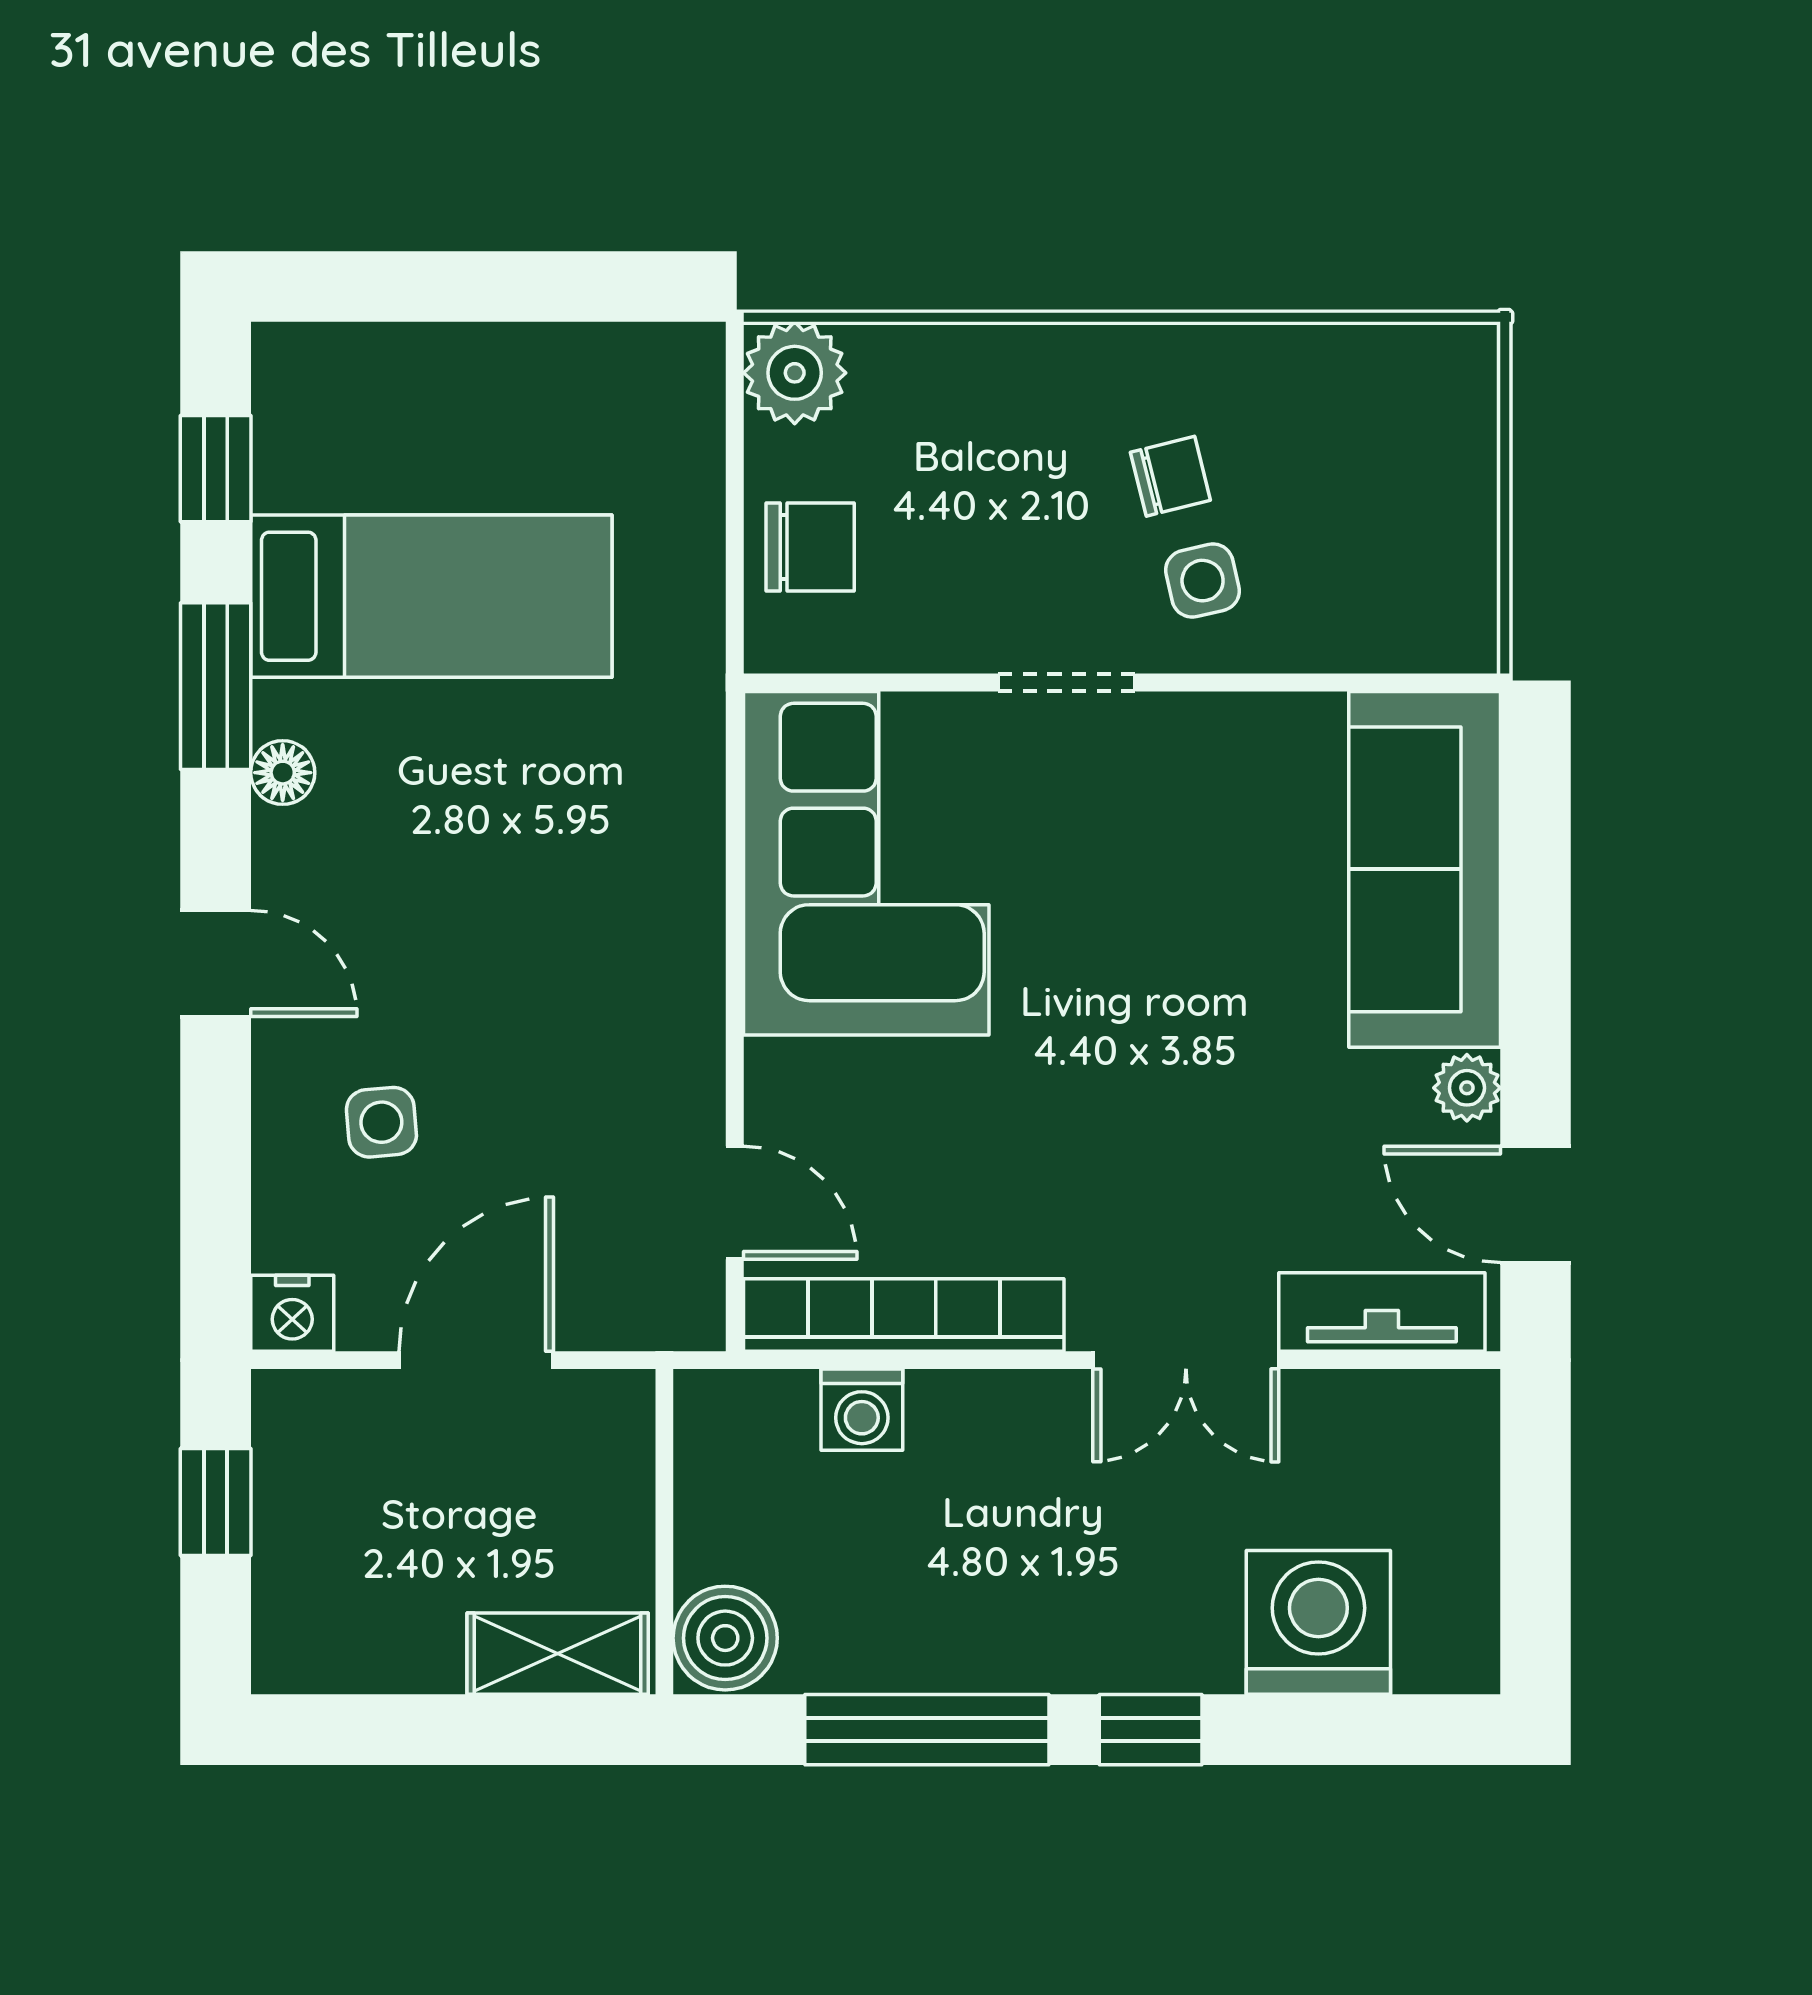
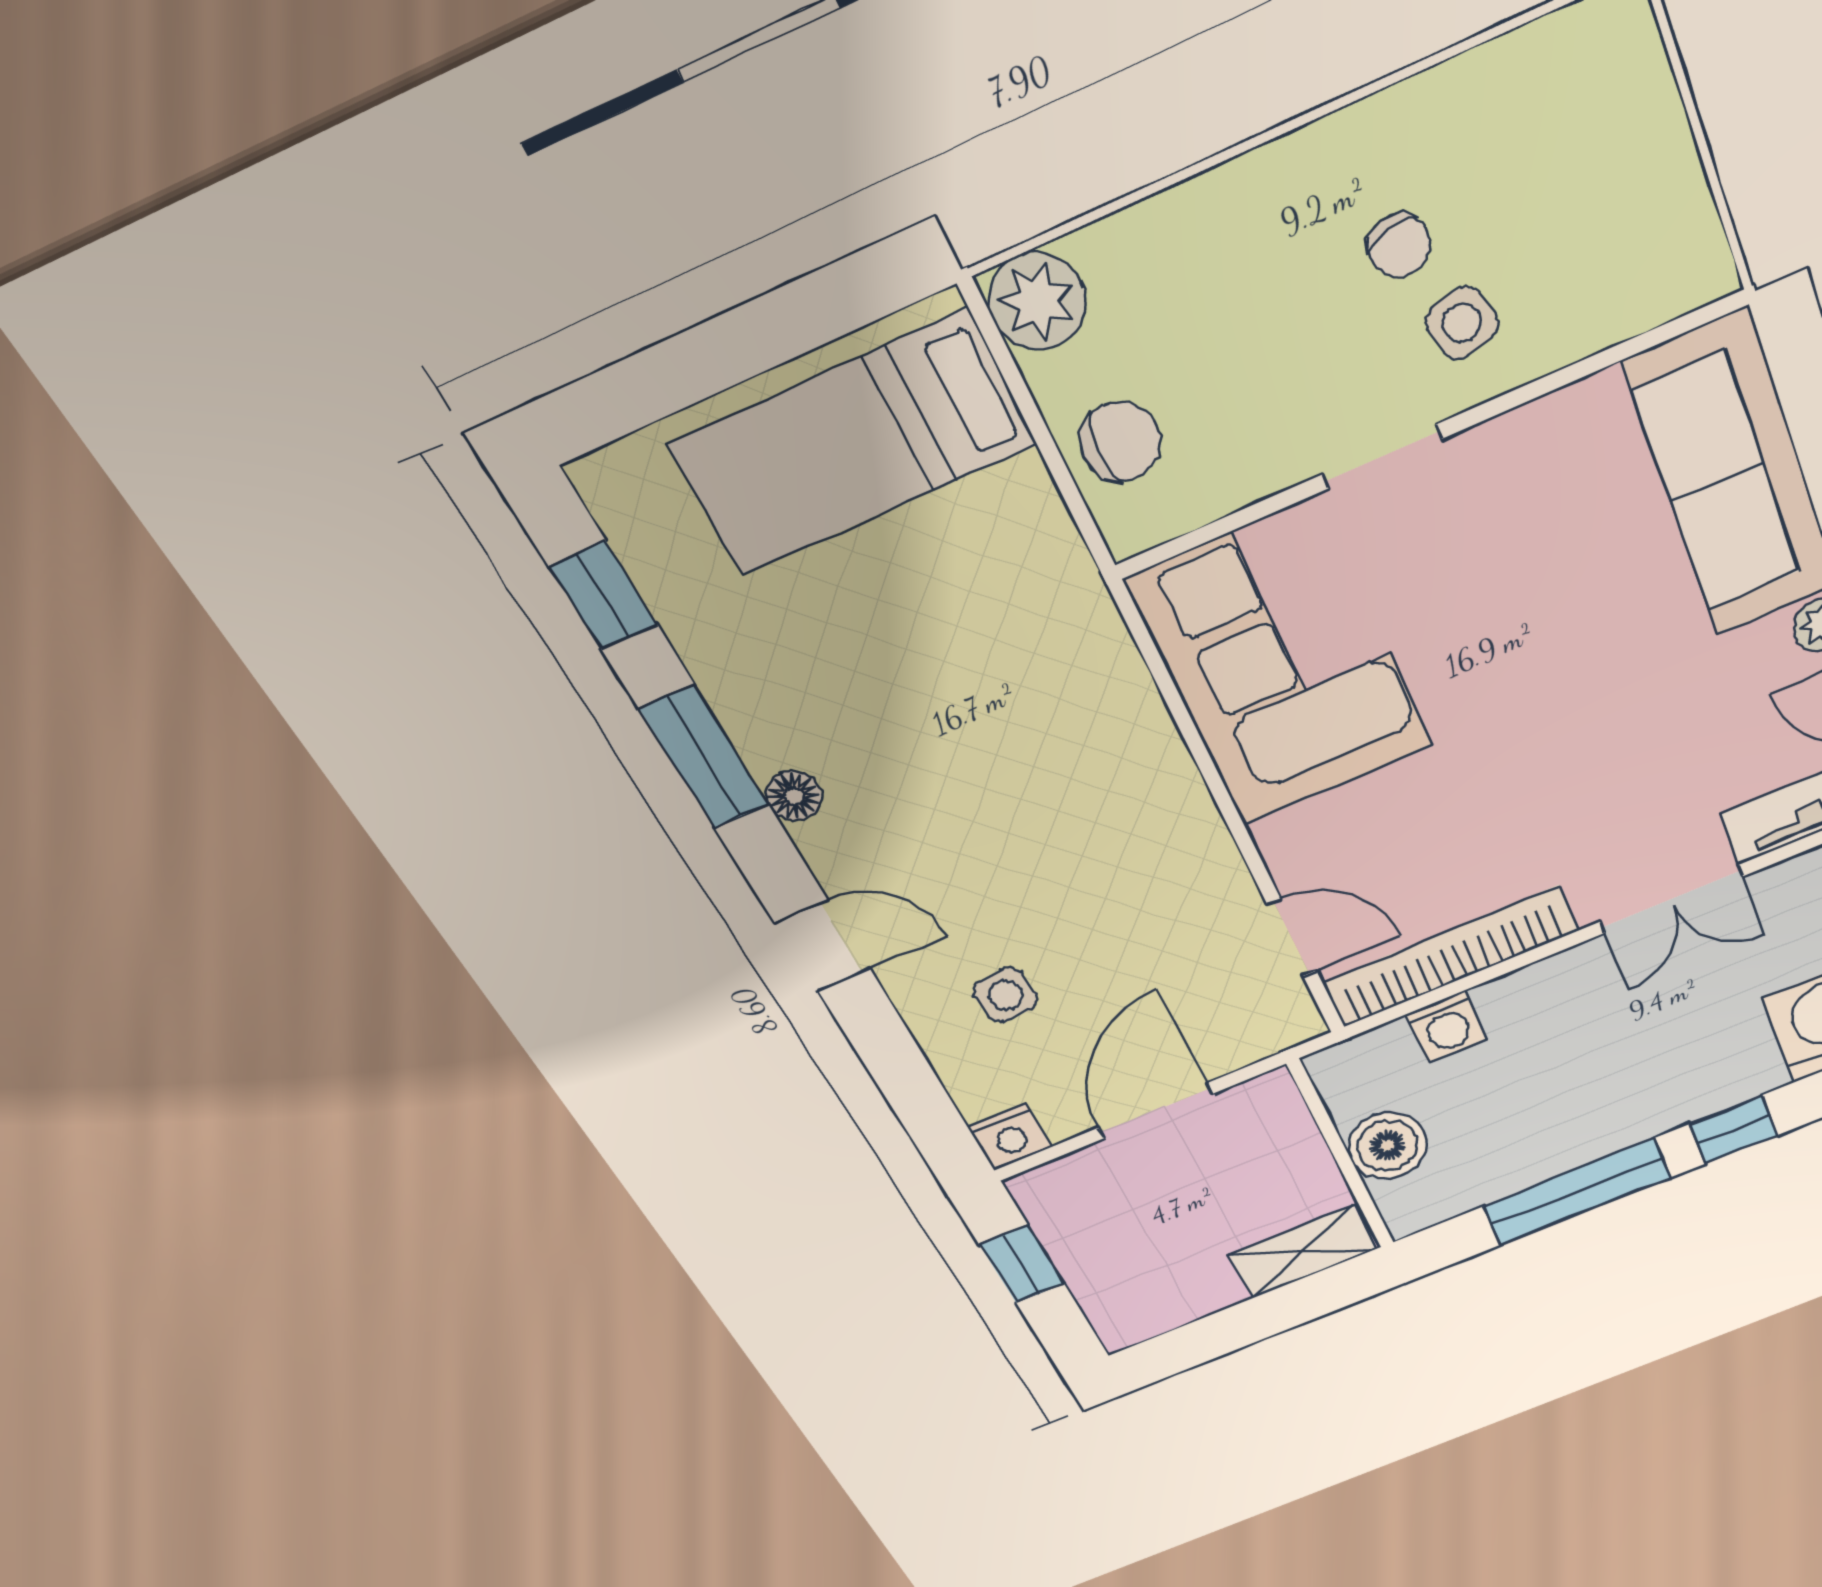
chair: (1170, 476) -> (1399, 246), turned 91
bed: (431, 596) -> (853, 444), moved, turned 180
boiler: (725, 1638) -> (1388, 1145), moved

